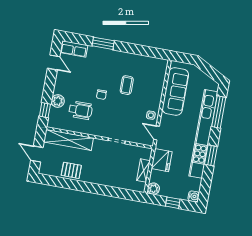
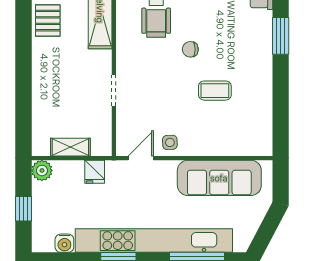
fridge: (162, 160) -> (95, 172), width x0.53, depth x0.75
water cooler: (194, 196) -> (64, 243), moved

